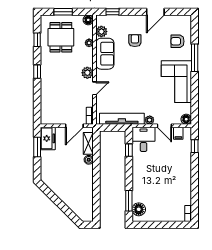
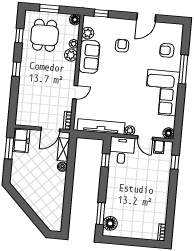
plant: (87, 73) -> (71, 55), moved

